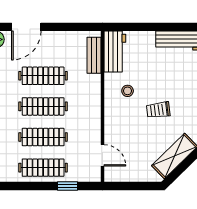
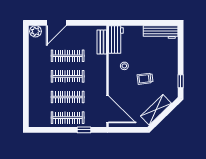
door: (103, 155) -> (108, 109), width x1.87

